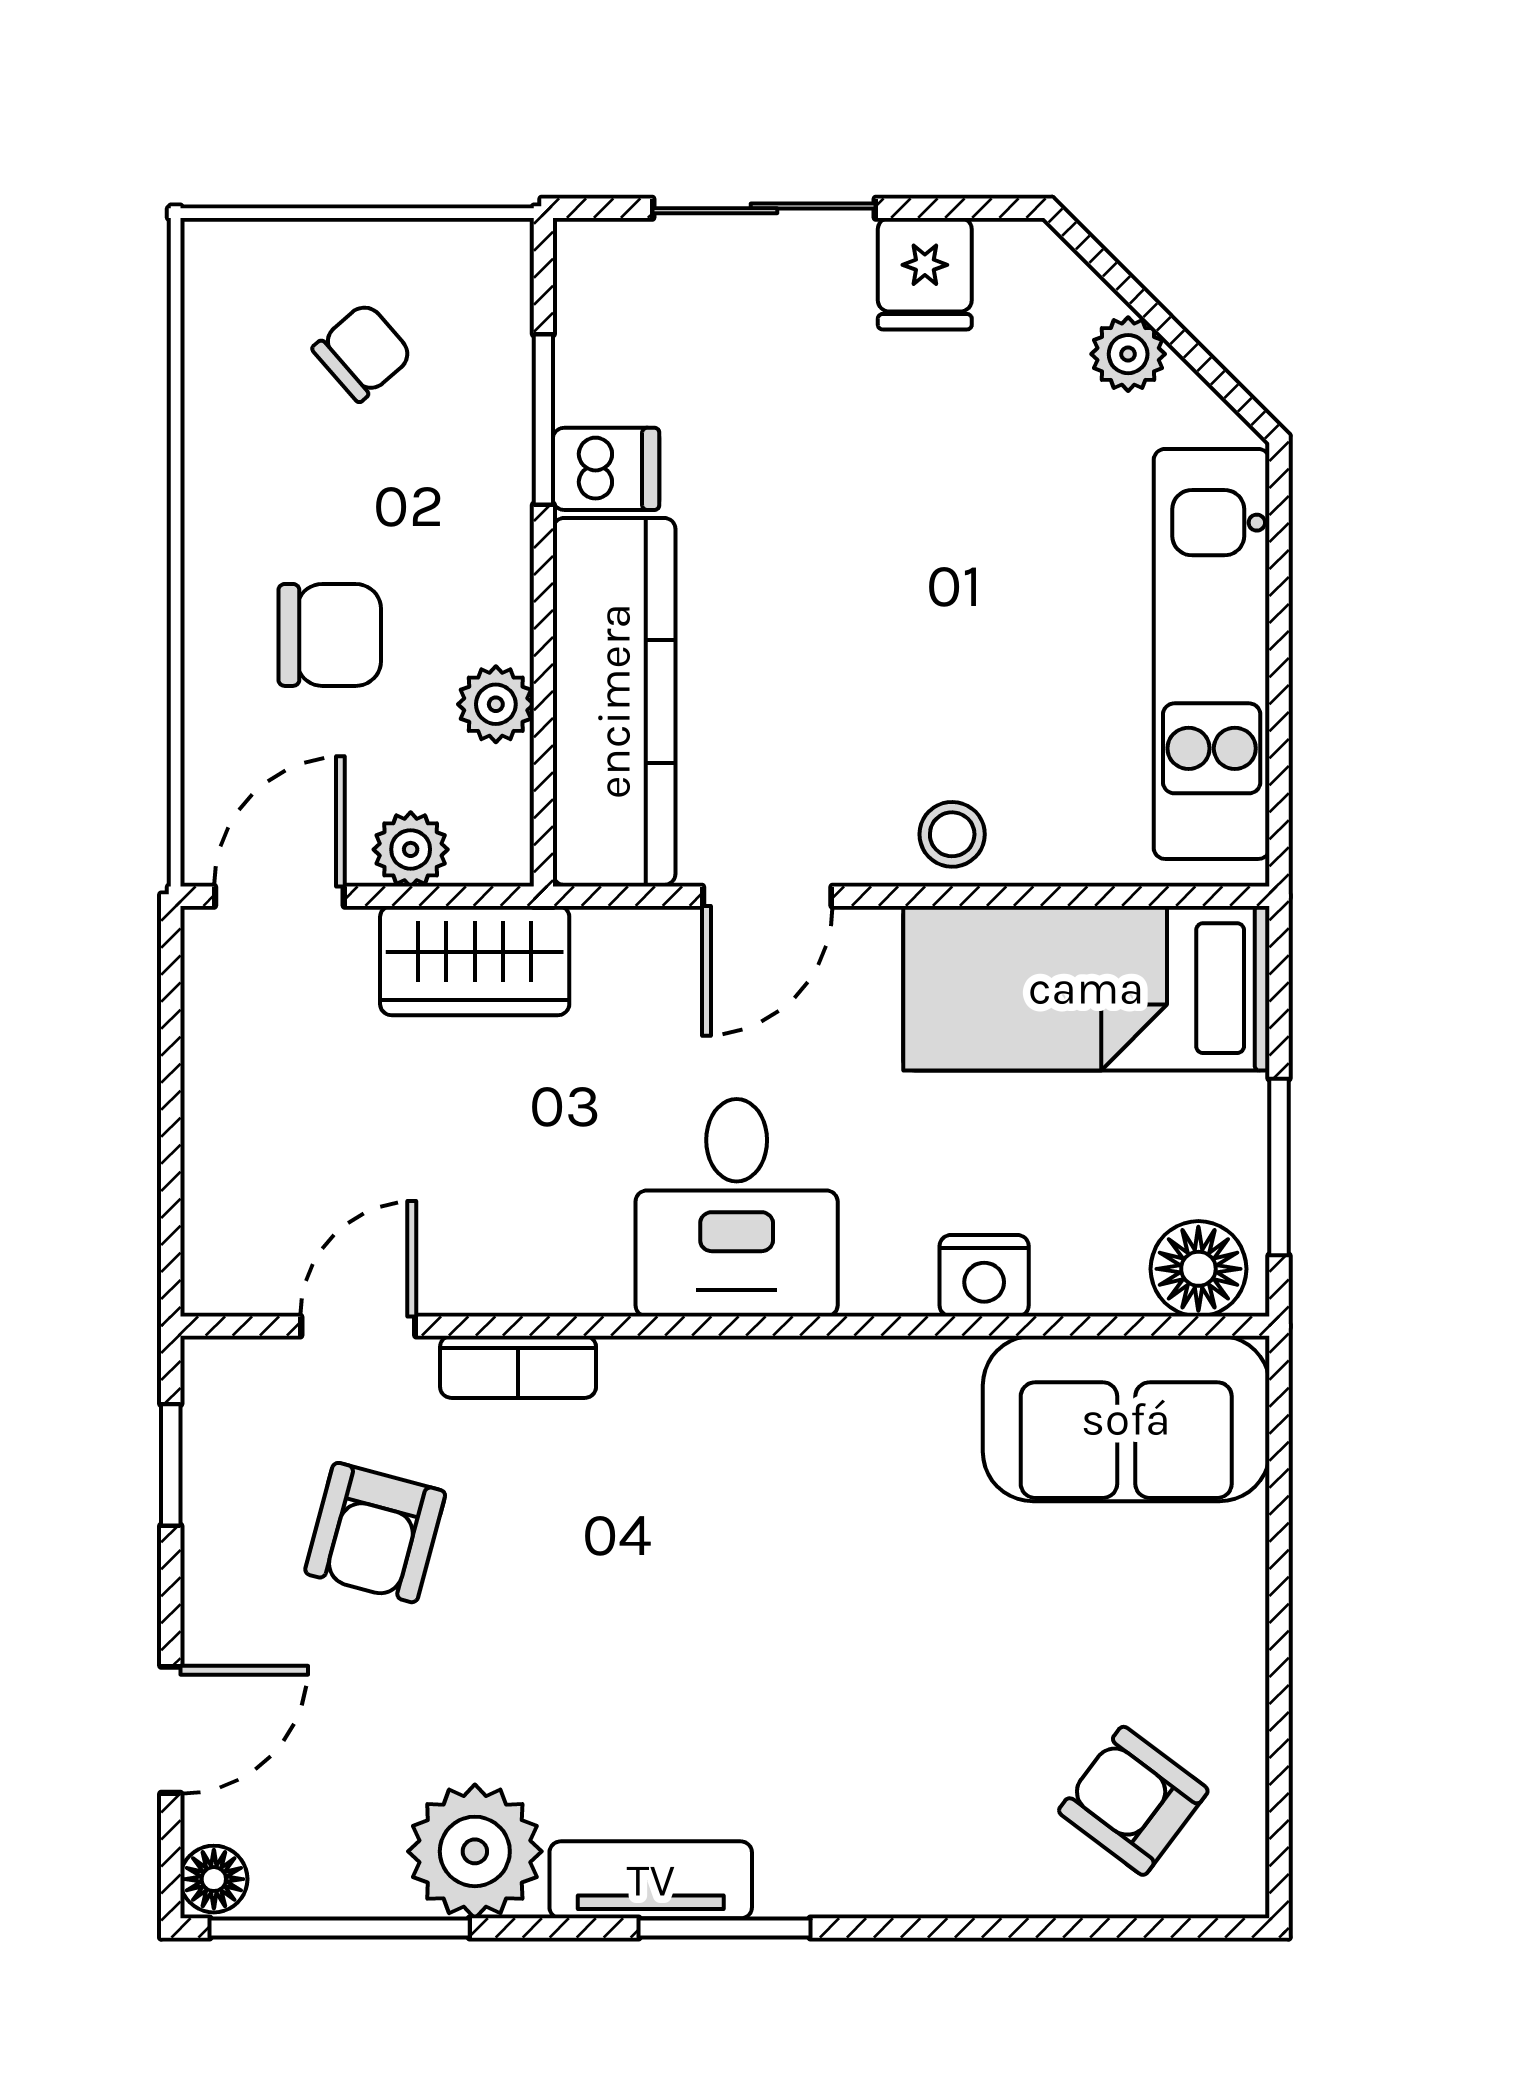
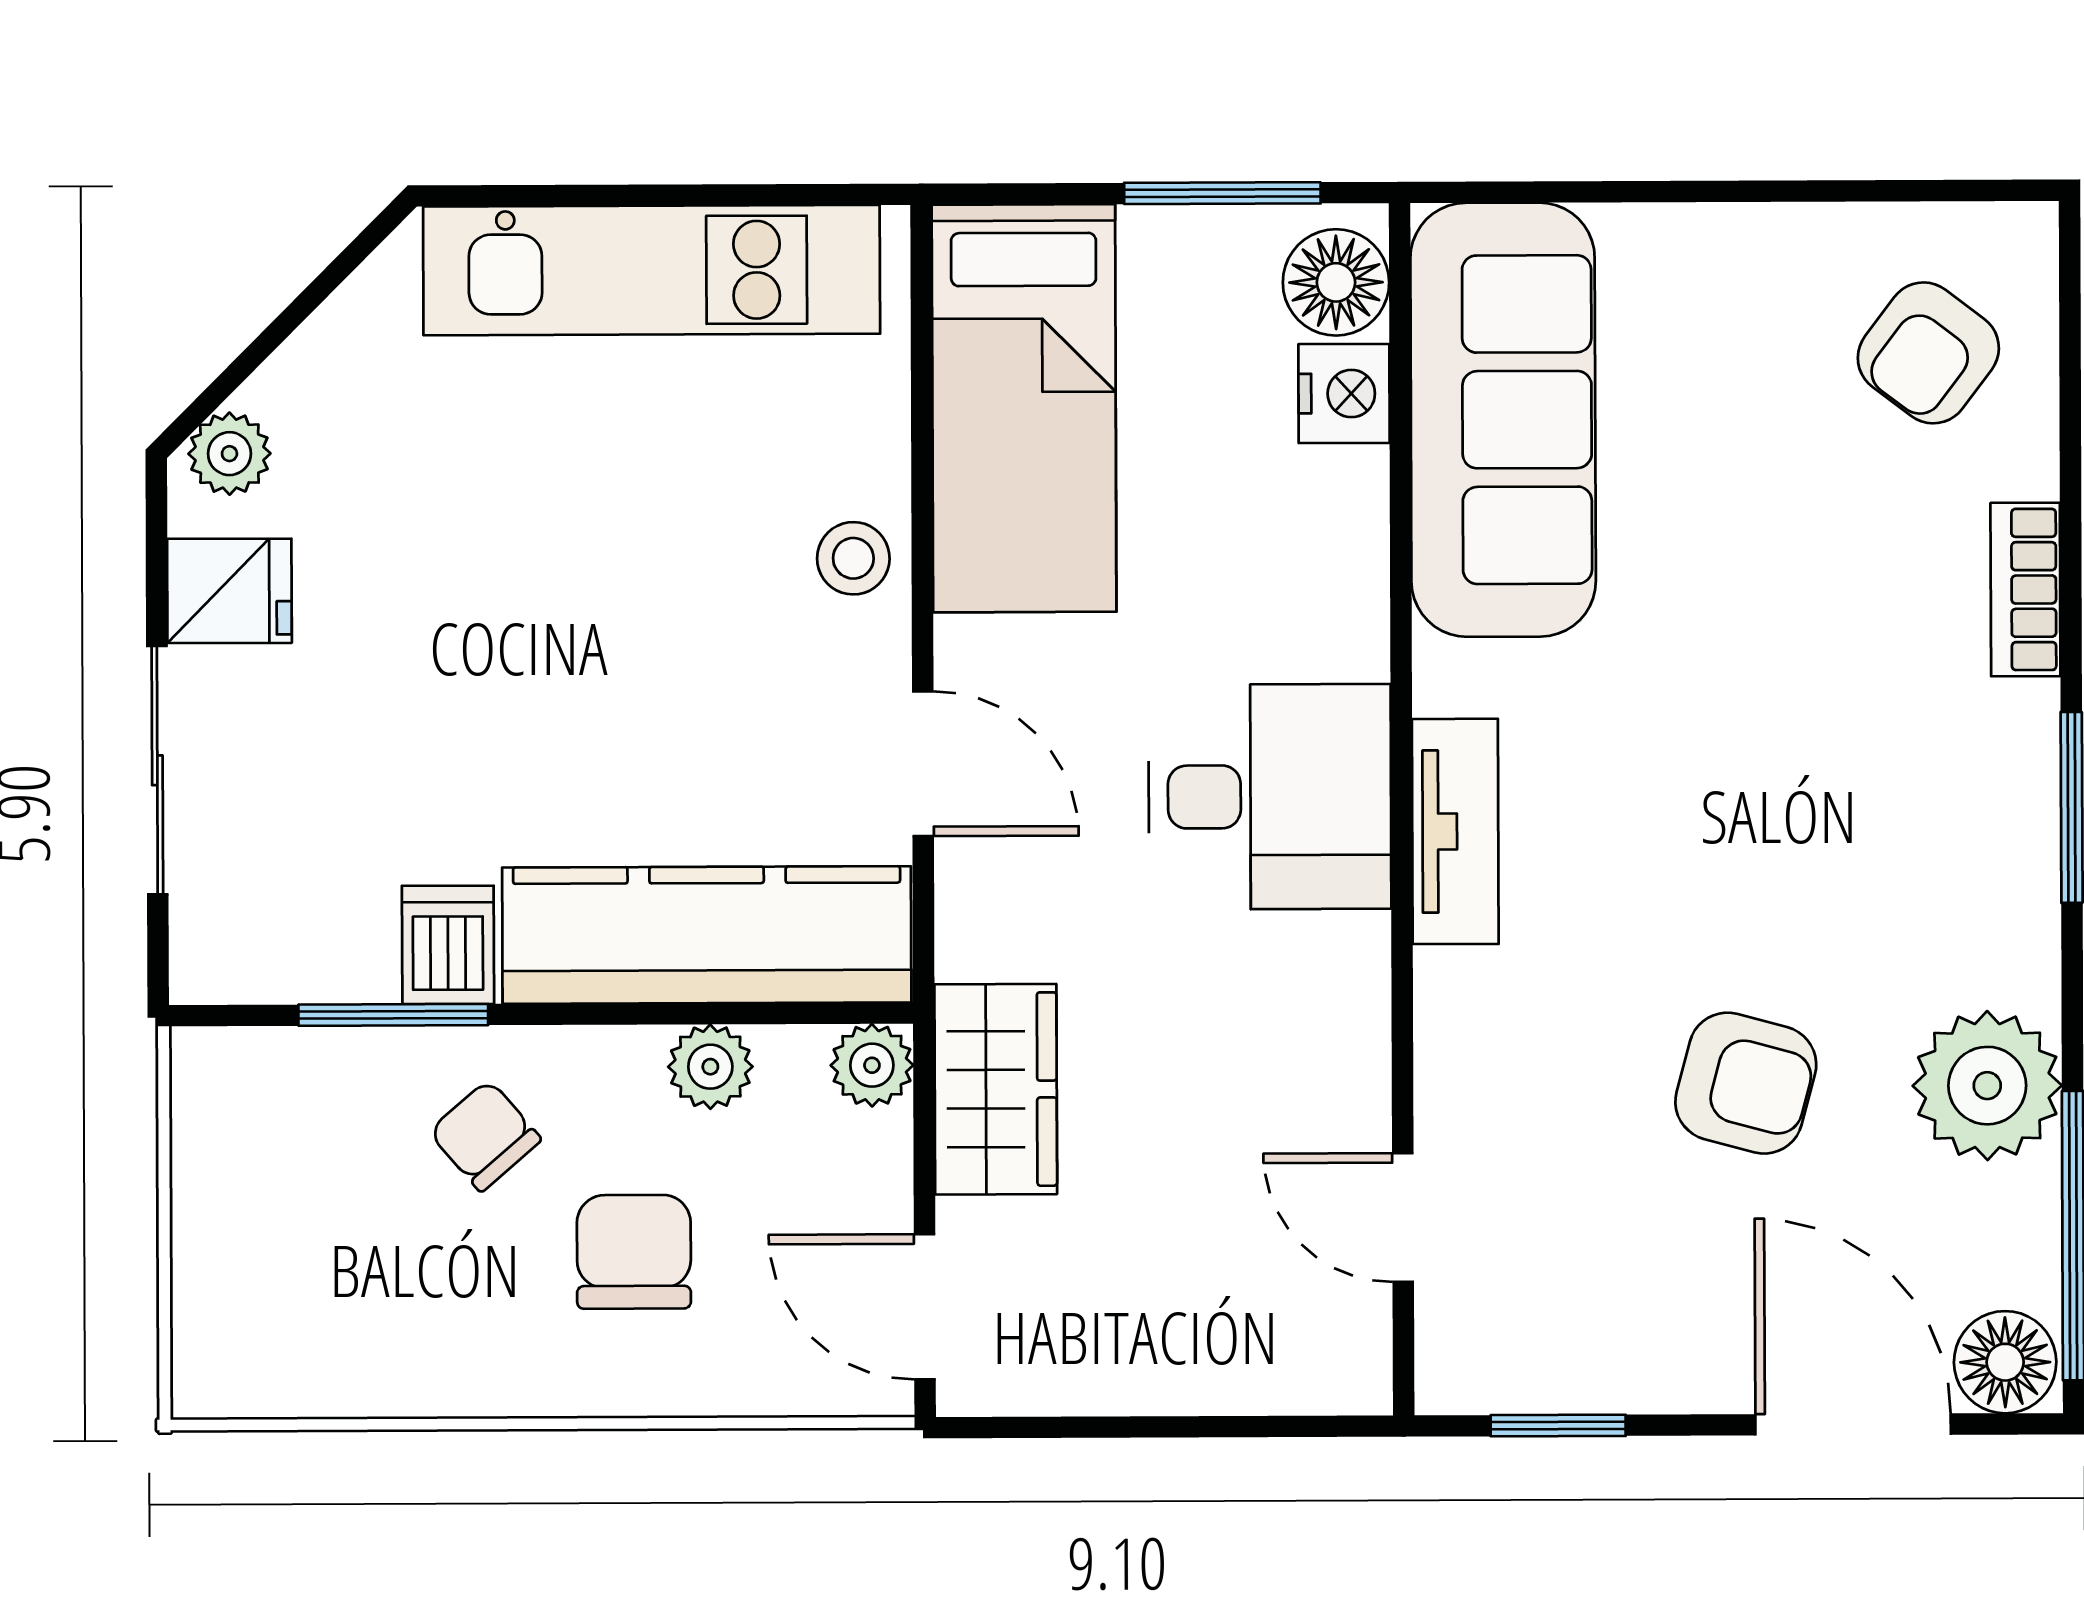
chair: (363, 352) -> (485, 1136), moved
plant: (1128, 354) -> (229, 454), moved
plant: (411, 849) -> (872, 1065), moved
nightstand: (984, 1276) -> (1344, 394), moved
bookcase: (518, 1367) -> (2025, 589), moved, turned 180
sofa: (1126, 1419) -> (1503, 420), width x1.36
armchair: (375, 1533) -> (1746, 1083), moved
door: (171, 1730) -> (1853, 1424), width x1.38
floor lamp: (214, 1879) -> (2005, 1362), width x1.37, depth x1.37
tv unit: (651, 1880) -> (1455, 831), moved, turned 180

